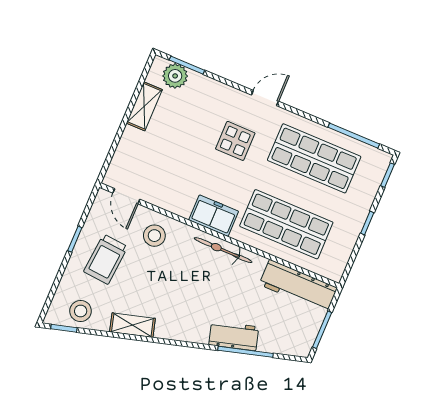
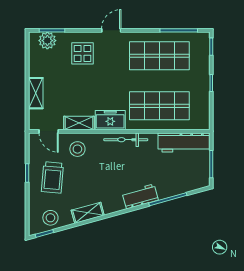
shelving: (144, 106) -> (36, 93), moved
display table: (235, 141) -> (82, 53), moved
shelving: (171, 202) -> (79, 123), added
workbench: (234, 336) -> (140, 196), moved

